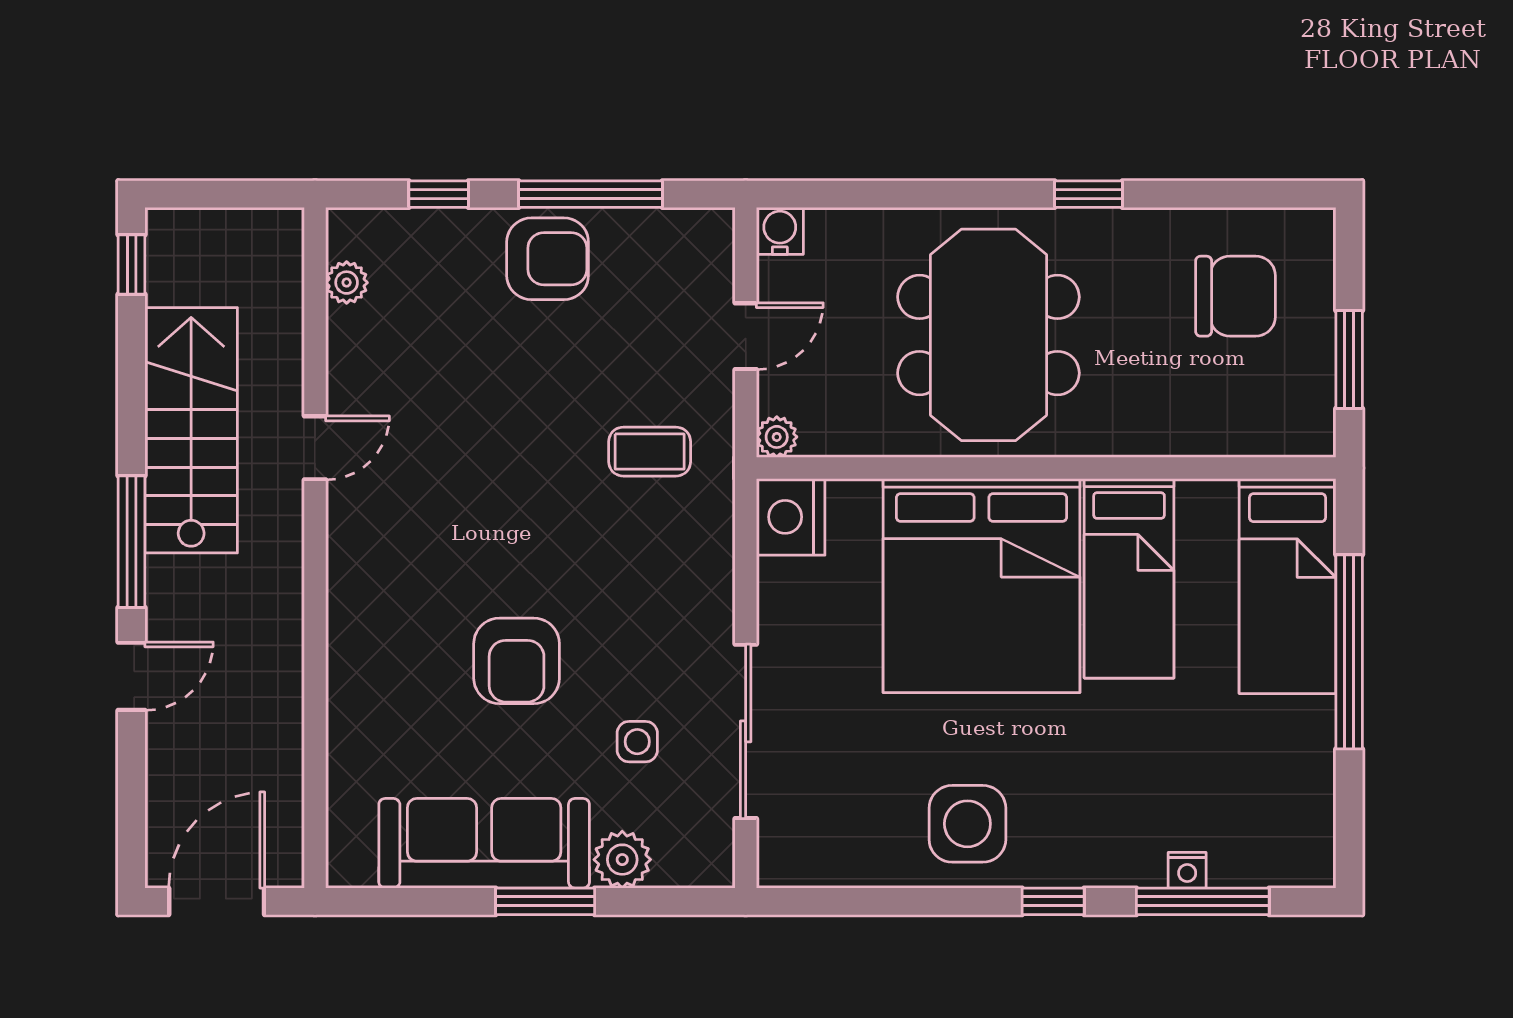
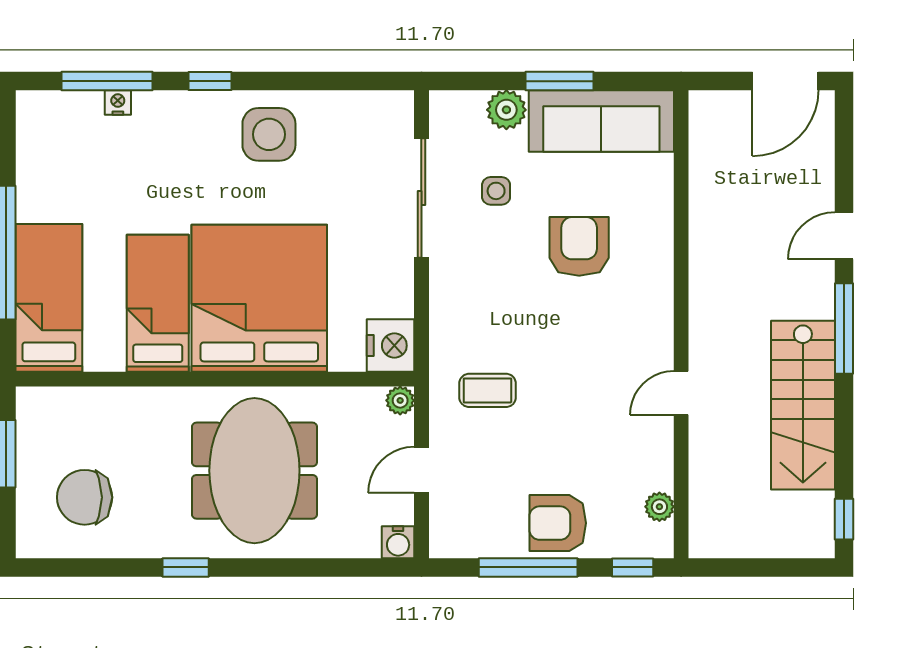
plant: (347, 283) -> (659, 507), moved
door: (315, 448) -> (681, 393), moved
wall: (315, 548) -> (681, 324), moved

